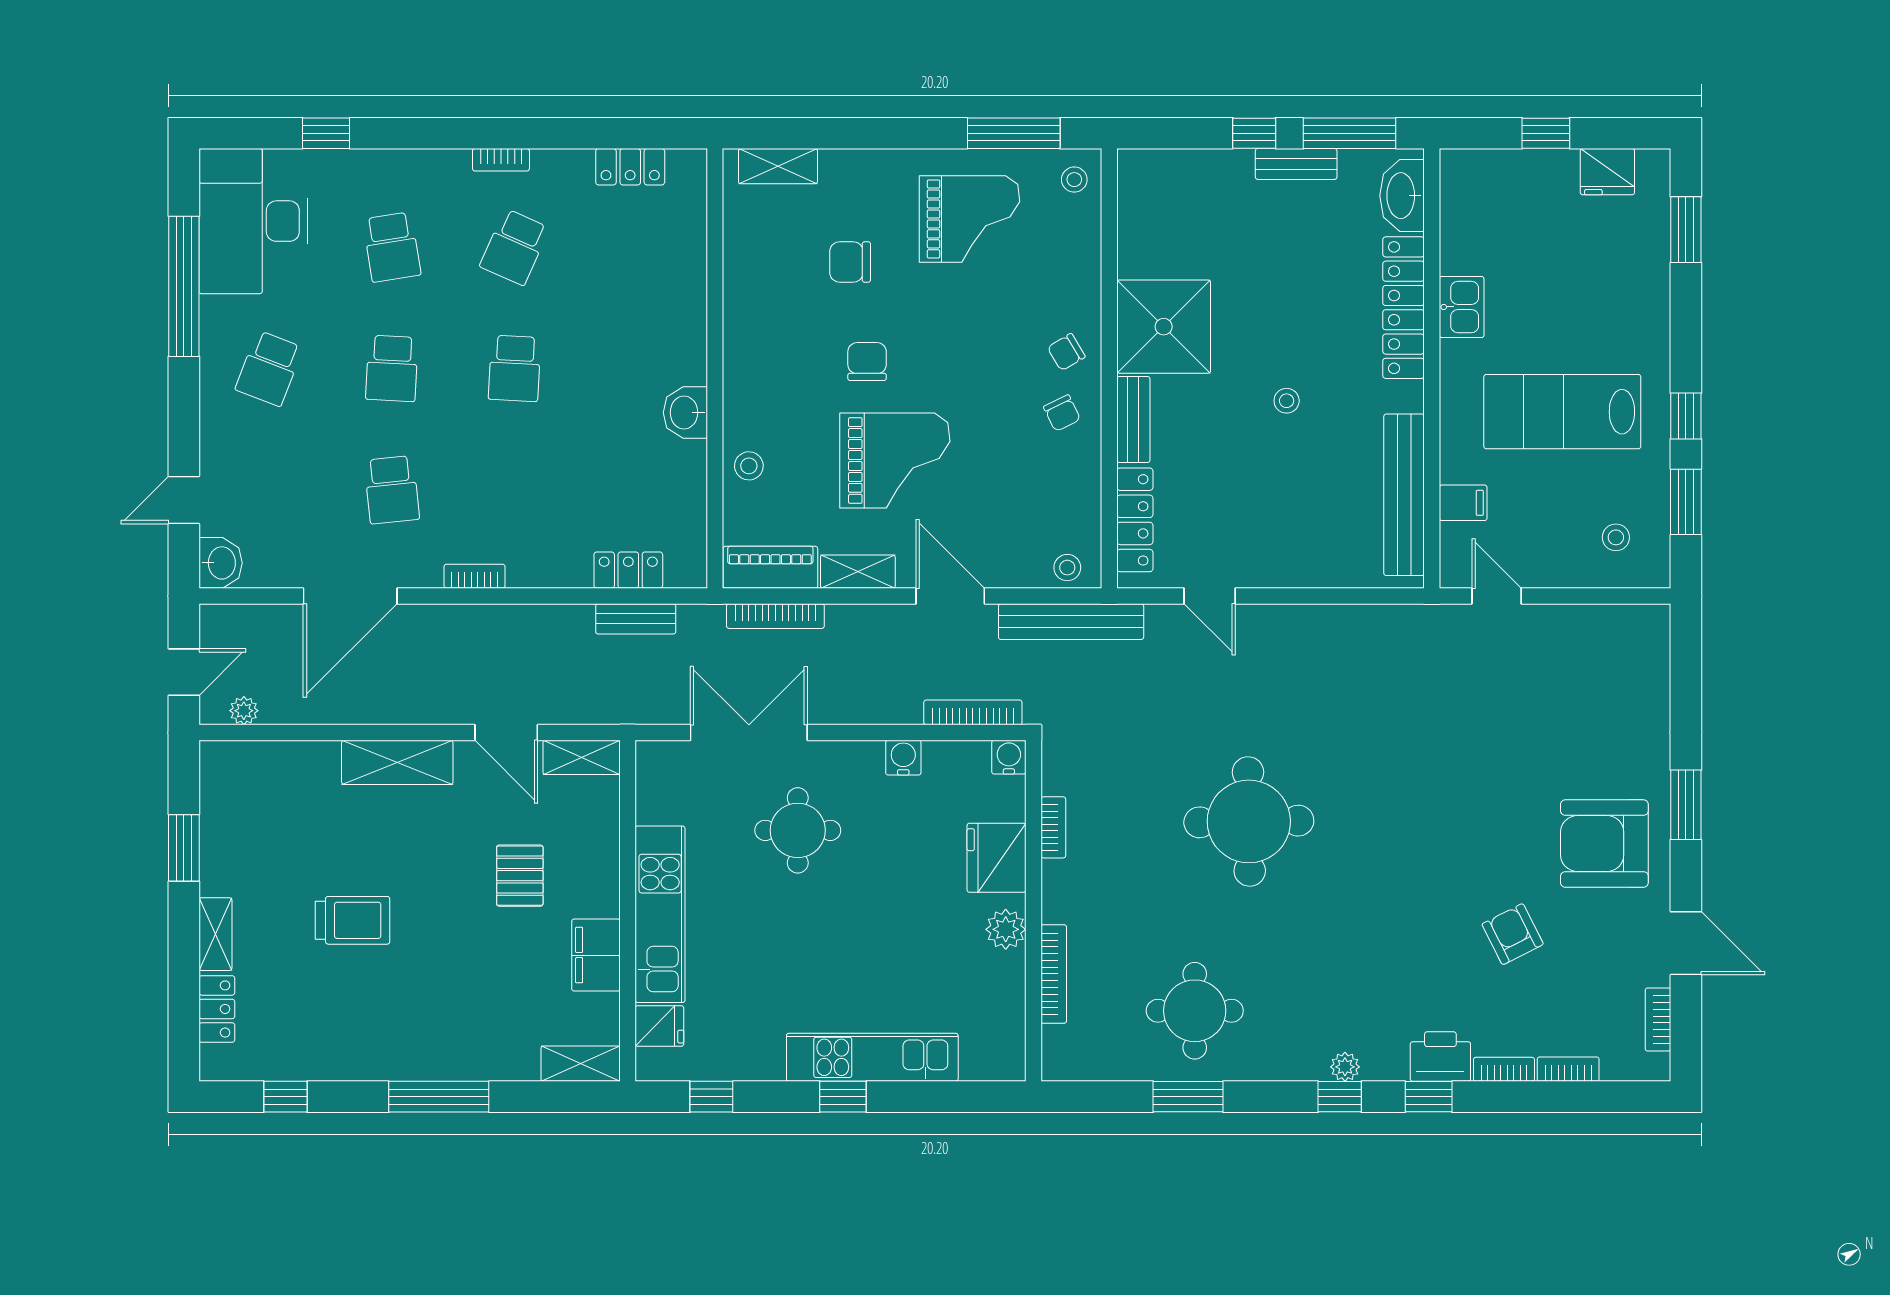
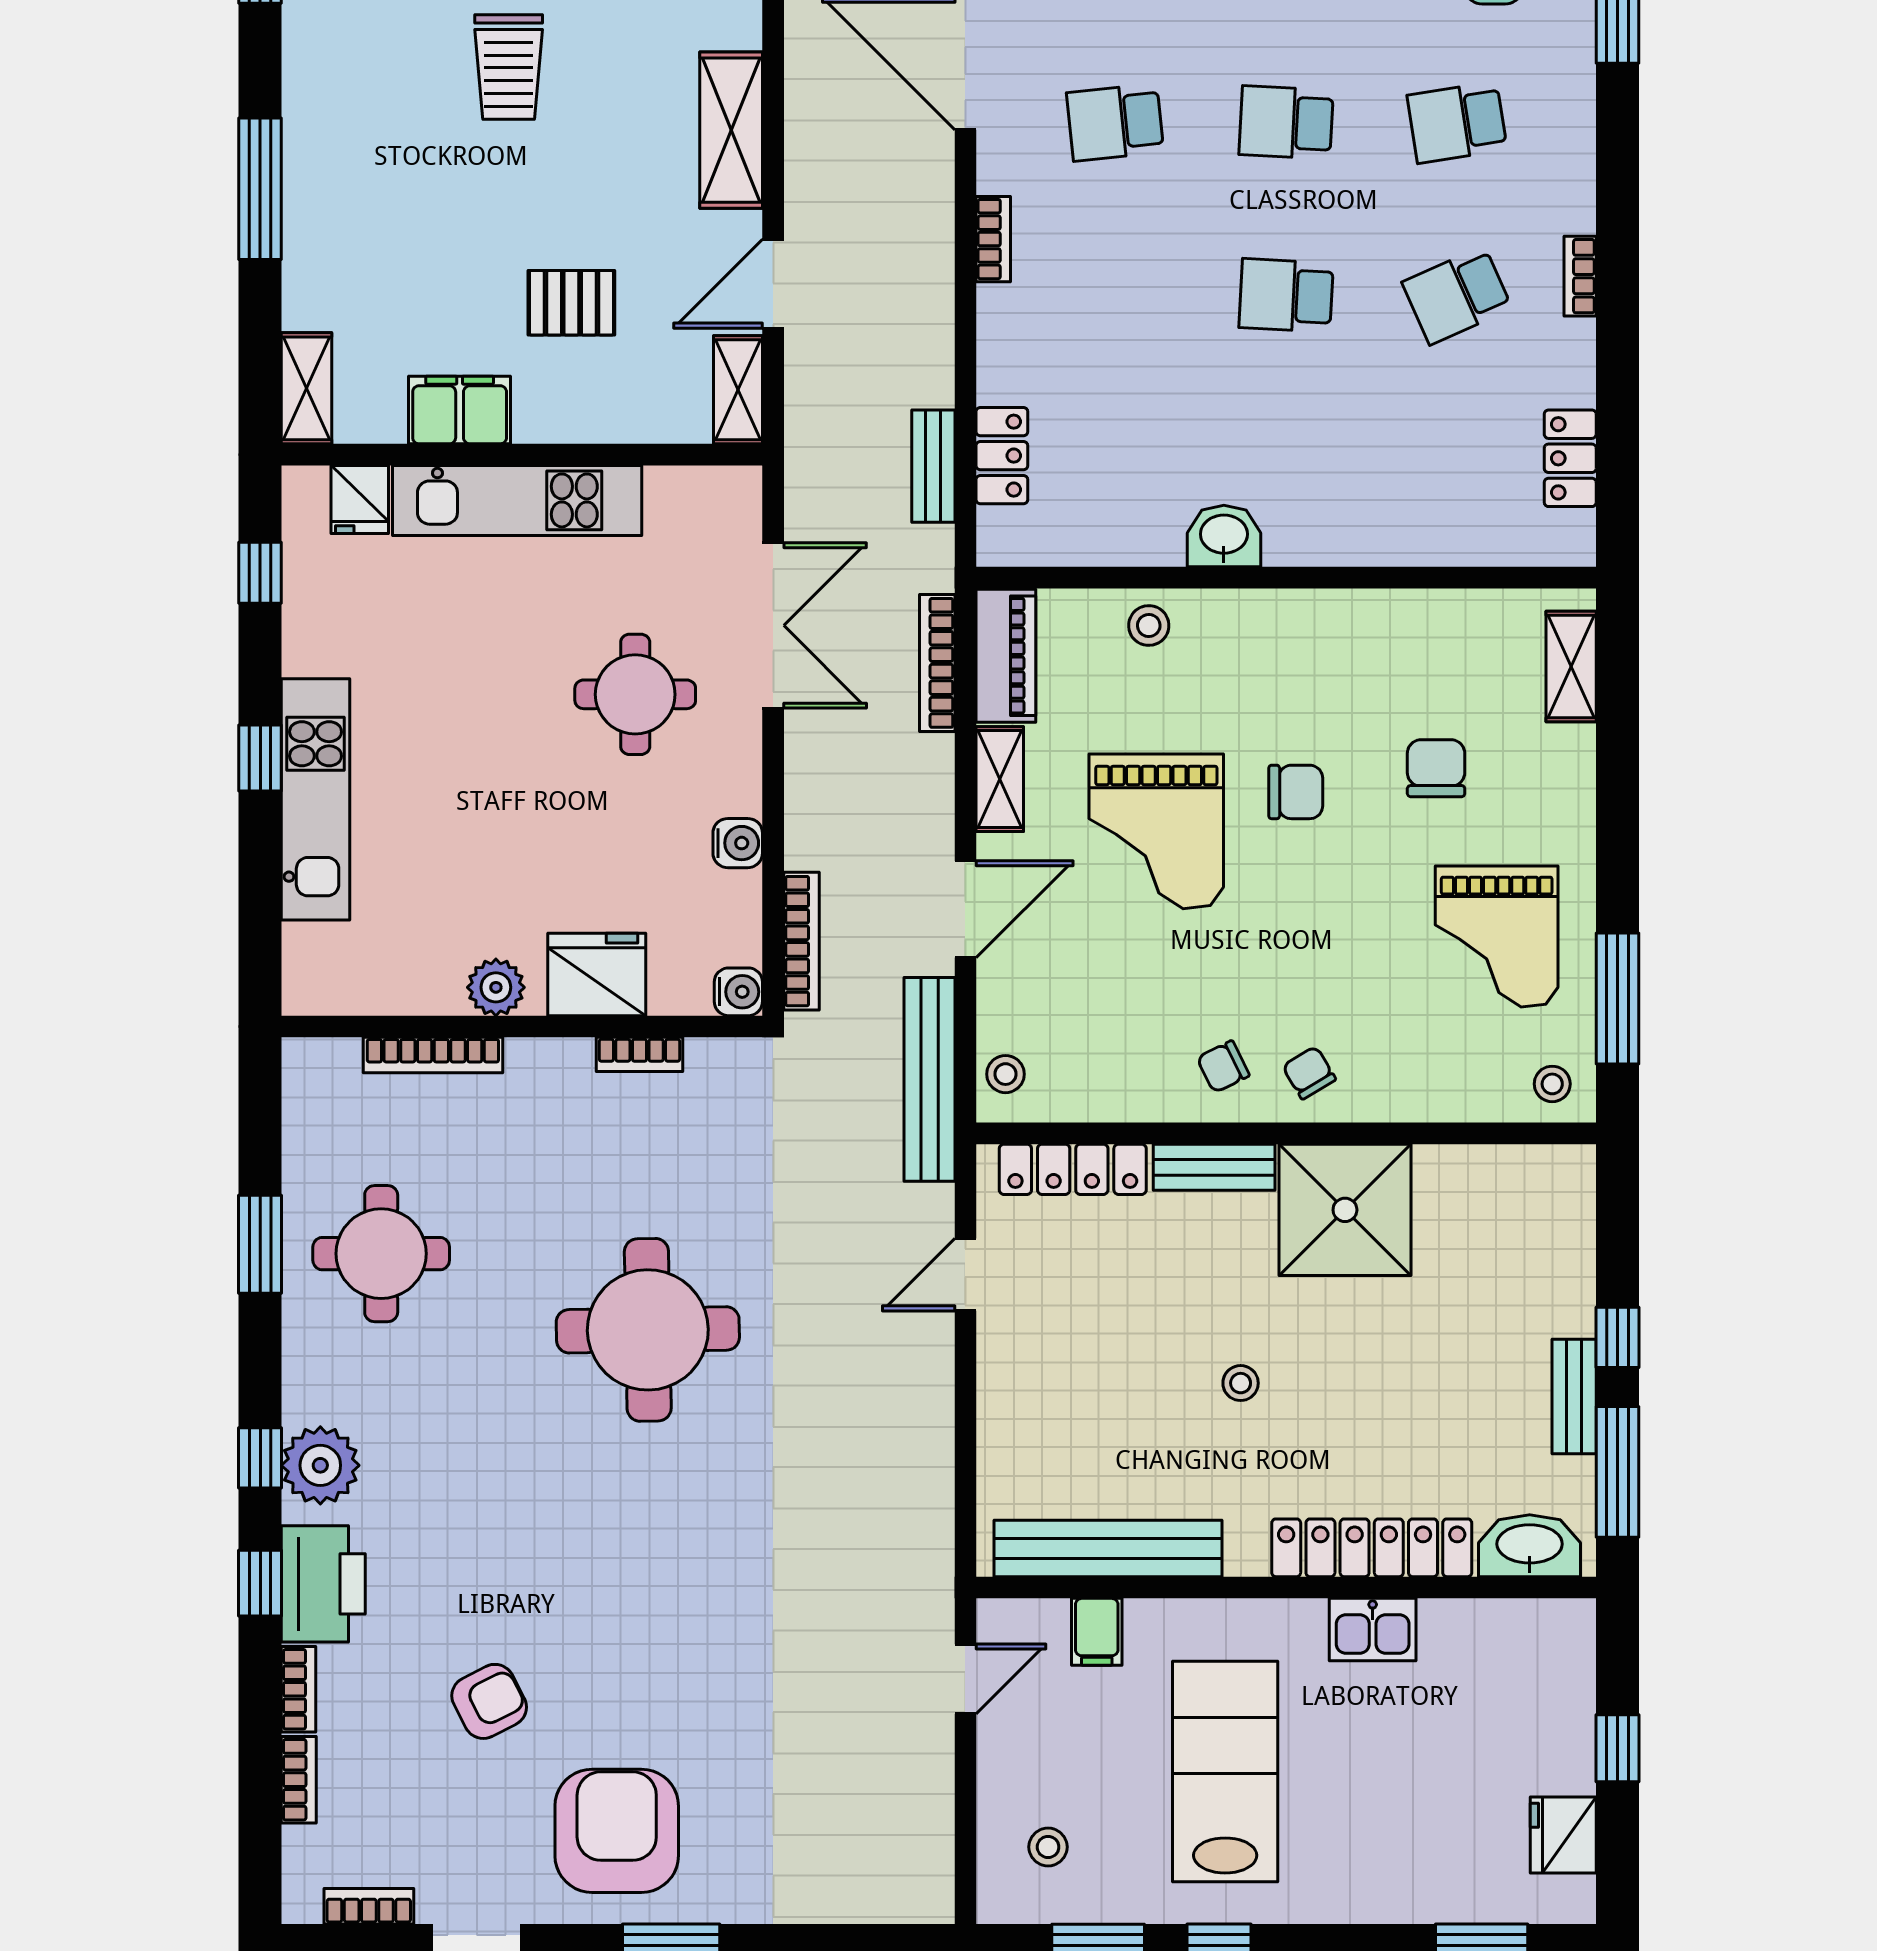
school desk: (514, 247) -> (1457, 295), turned -48
printer: (1440, 1057) -> (323, 1584), width x1.37, depth x1.19
plant: (1345, 1067) -> (320, 1465), width x1.88, depth x1.88

